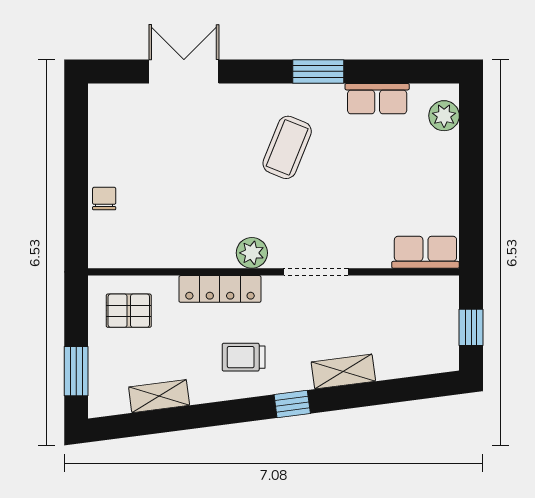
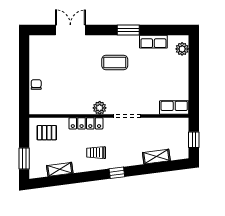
coffee table: (287, 147) -> (115, 63), turned 68
shelving: (343, 372) -> (156, 157), moved

